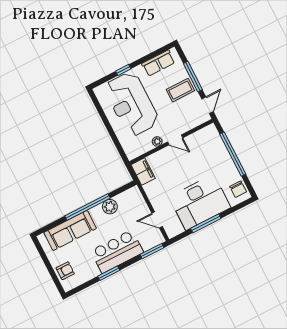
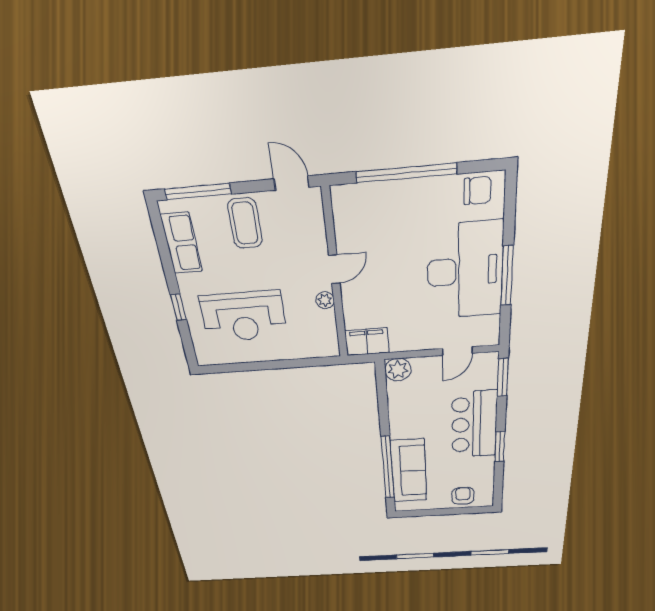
window: (193, 77) -> (198, 191), moved
reception desk: (131, 104) -> (243, 317), width x0.74, depth x0.77
window: (87, 207) -> (388, 467), moved
plant: (110, 207) -> (398, 370), moved

